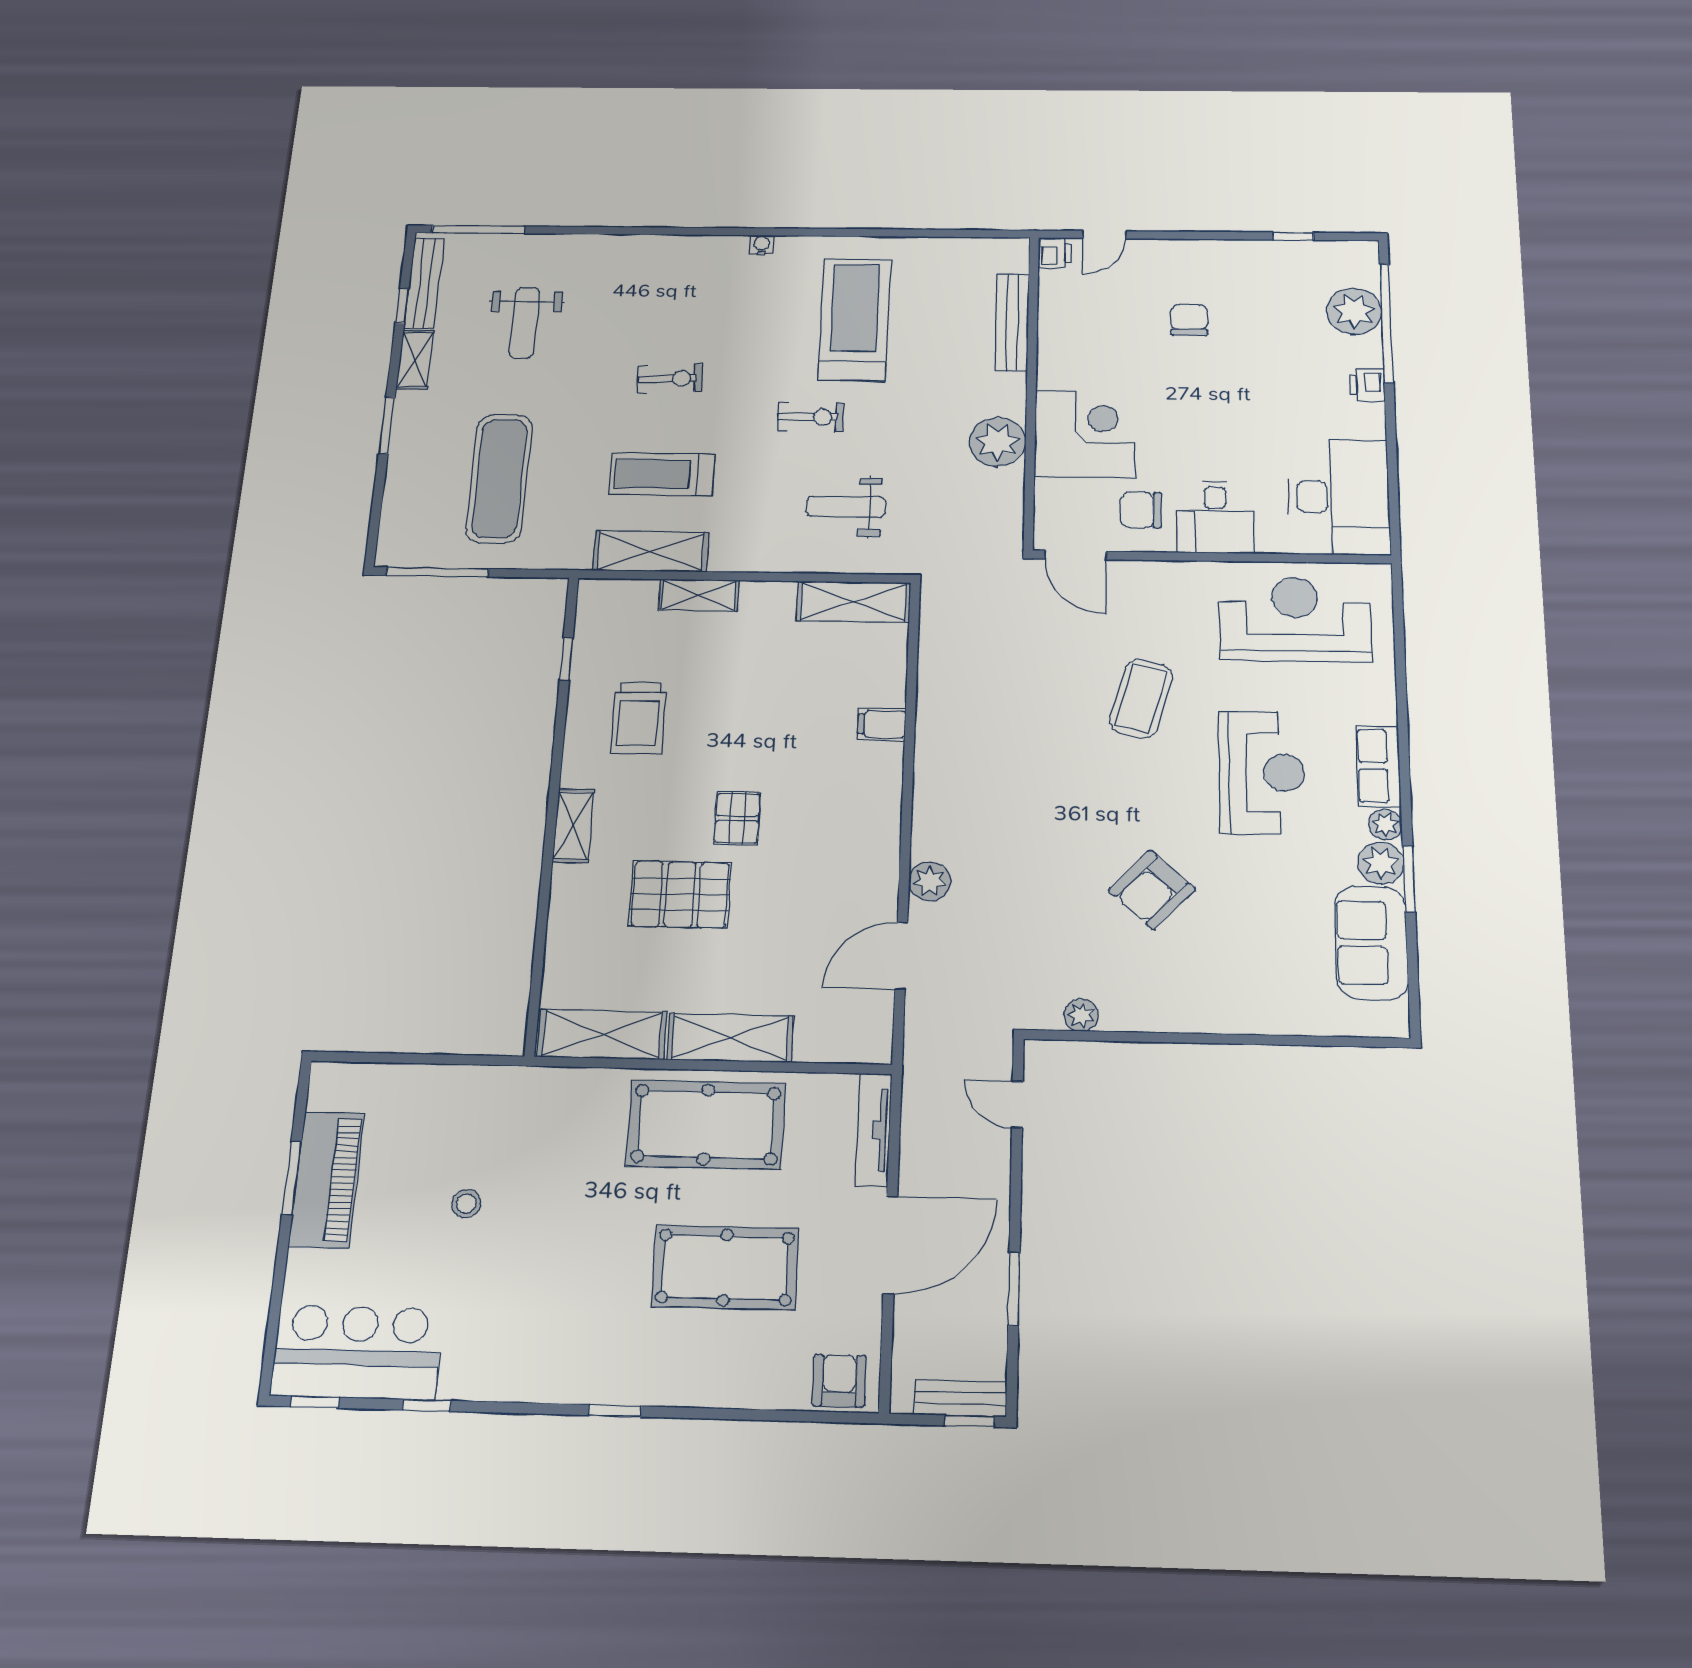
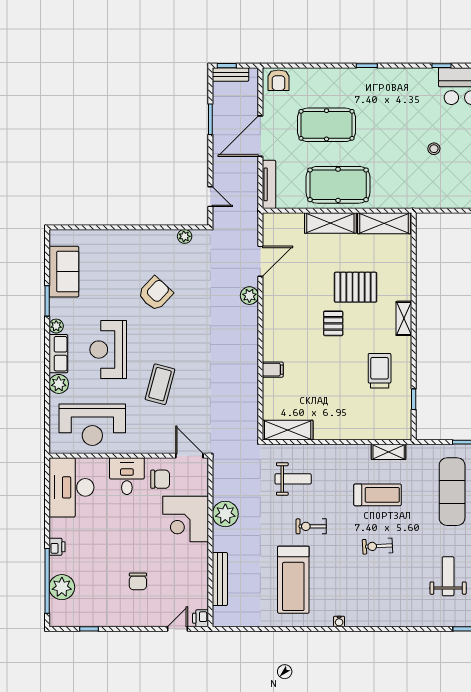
shelving: (651, 551) -> (389, 452), width x0.67, depth x0.75
shelving: (699, 595) -> (357, 432), removed
plant: (1381, 863) -> (59, 384), moved

